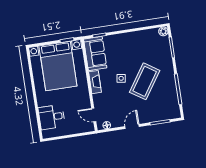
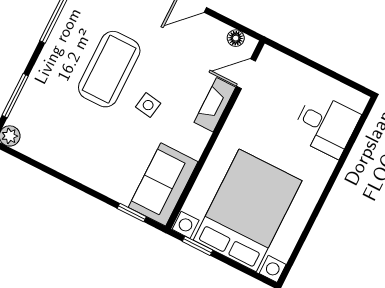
coffee table: (145, 81) -> (109, 69), turned -34
fireplace: (95, 82) -> (215, 105), moved
door: (94, 115) -> (246, 74), swing flipped

